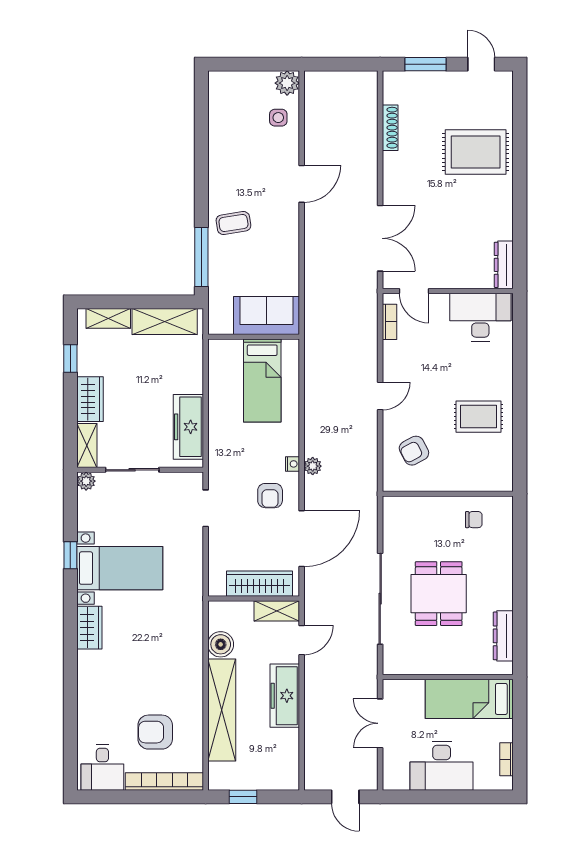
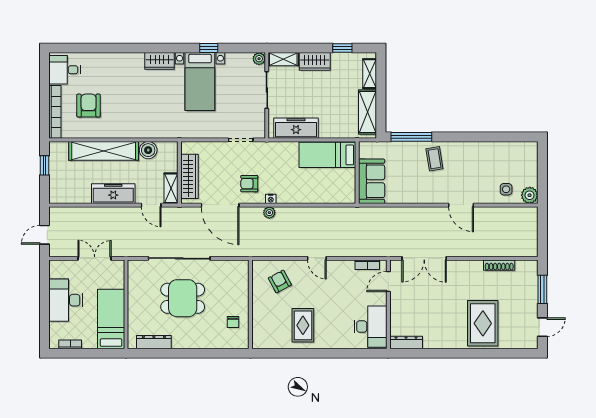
bed: (262, 380) -> (327, 155), moved

